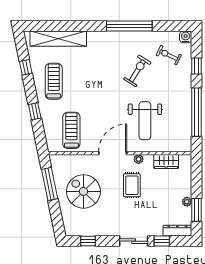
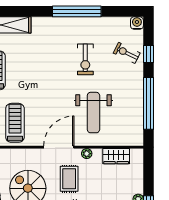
exercise bike: (169, 55) -> (127, 53), moved
exercise bike: (137, 71) -> (85, 59), turned 148
rug: (132, 185) -> (69, 179), moved

